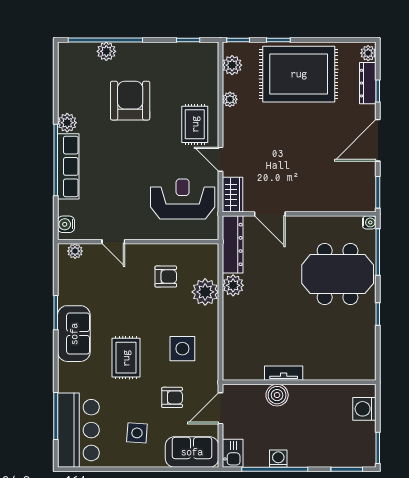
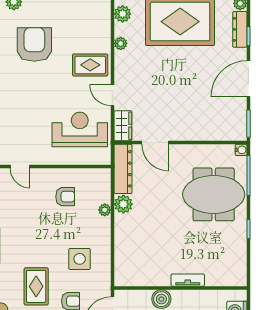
rug: (195, 124) -> (90, 65), turned 90
plant: (205, 292) -> (105, 210), width x0.53, depth x0.53
rug: (126, 358) -> (36, 286), moved
tv unit: (284, 373) -> (188, 280), moved

